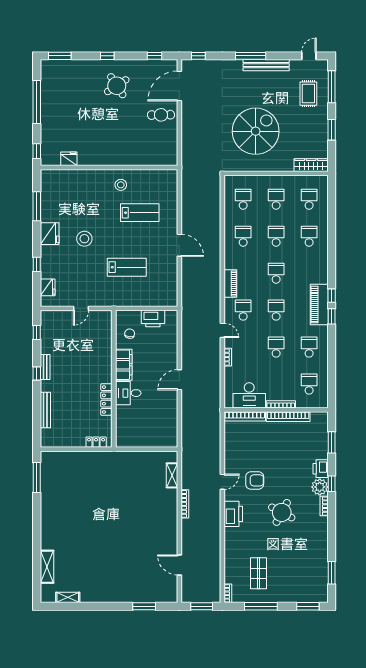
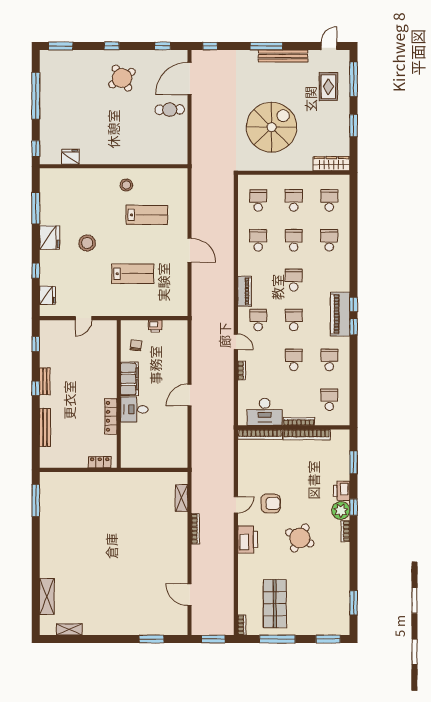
printer: (153, 319) -> (155, 326), width x0.53, depth x0.68
shop shelf: (259, 573) -> (275, 604), width x1.43, depth x1.36

